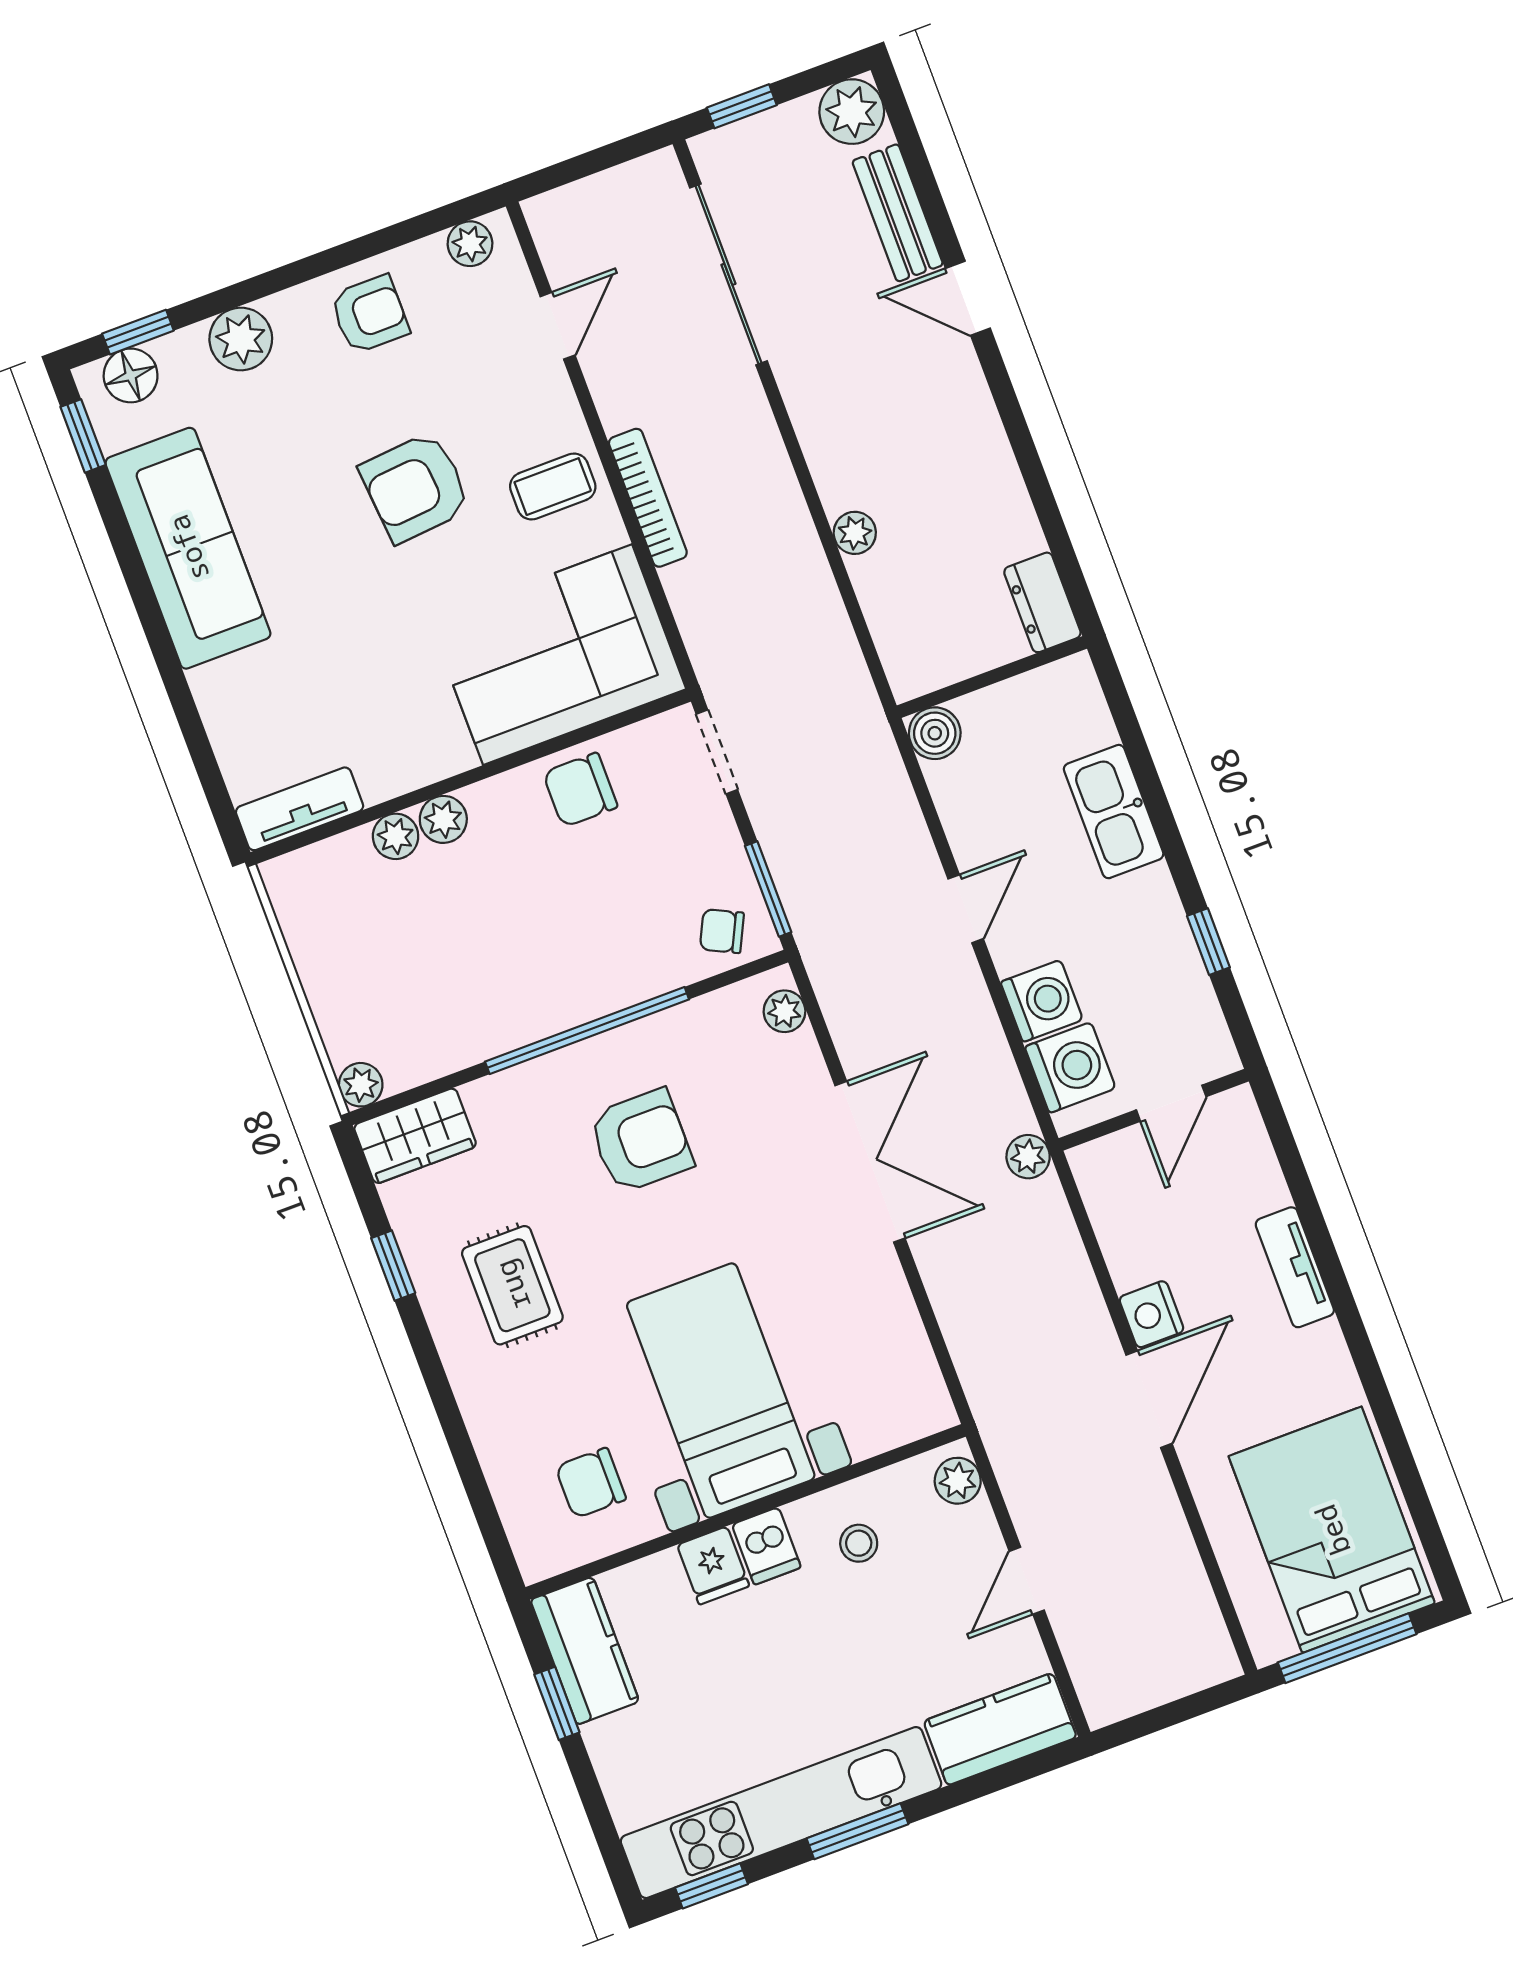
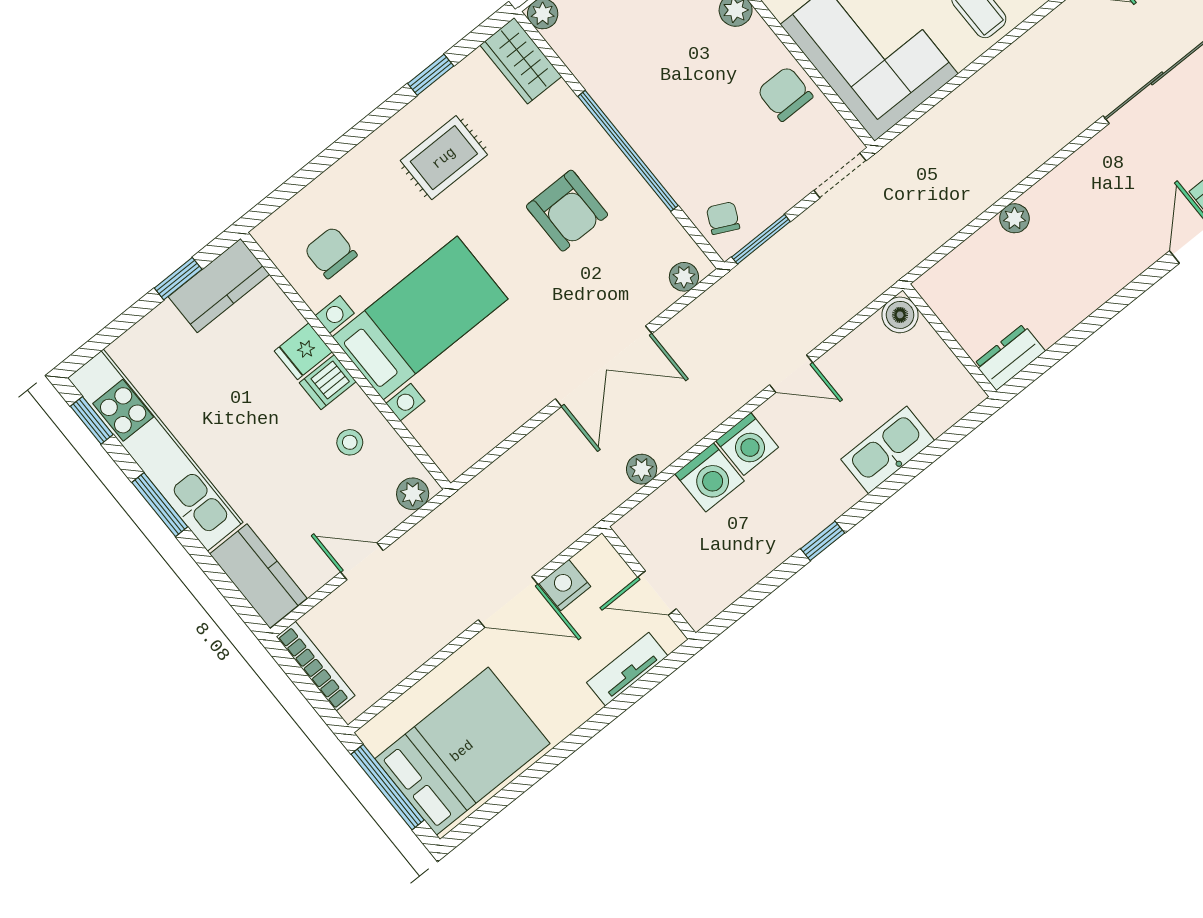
bookcase: (648, 498) -> (316, 666), moved, turned -90
door: (1171, 1103) -> (657, 593), moved
wall: (1154, 1110) -> (649, 583), moved

